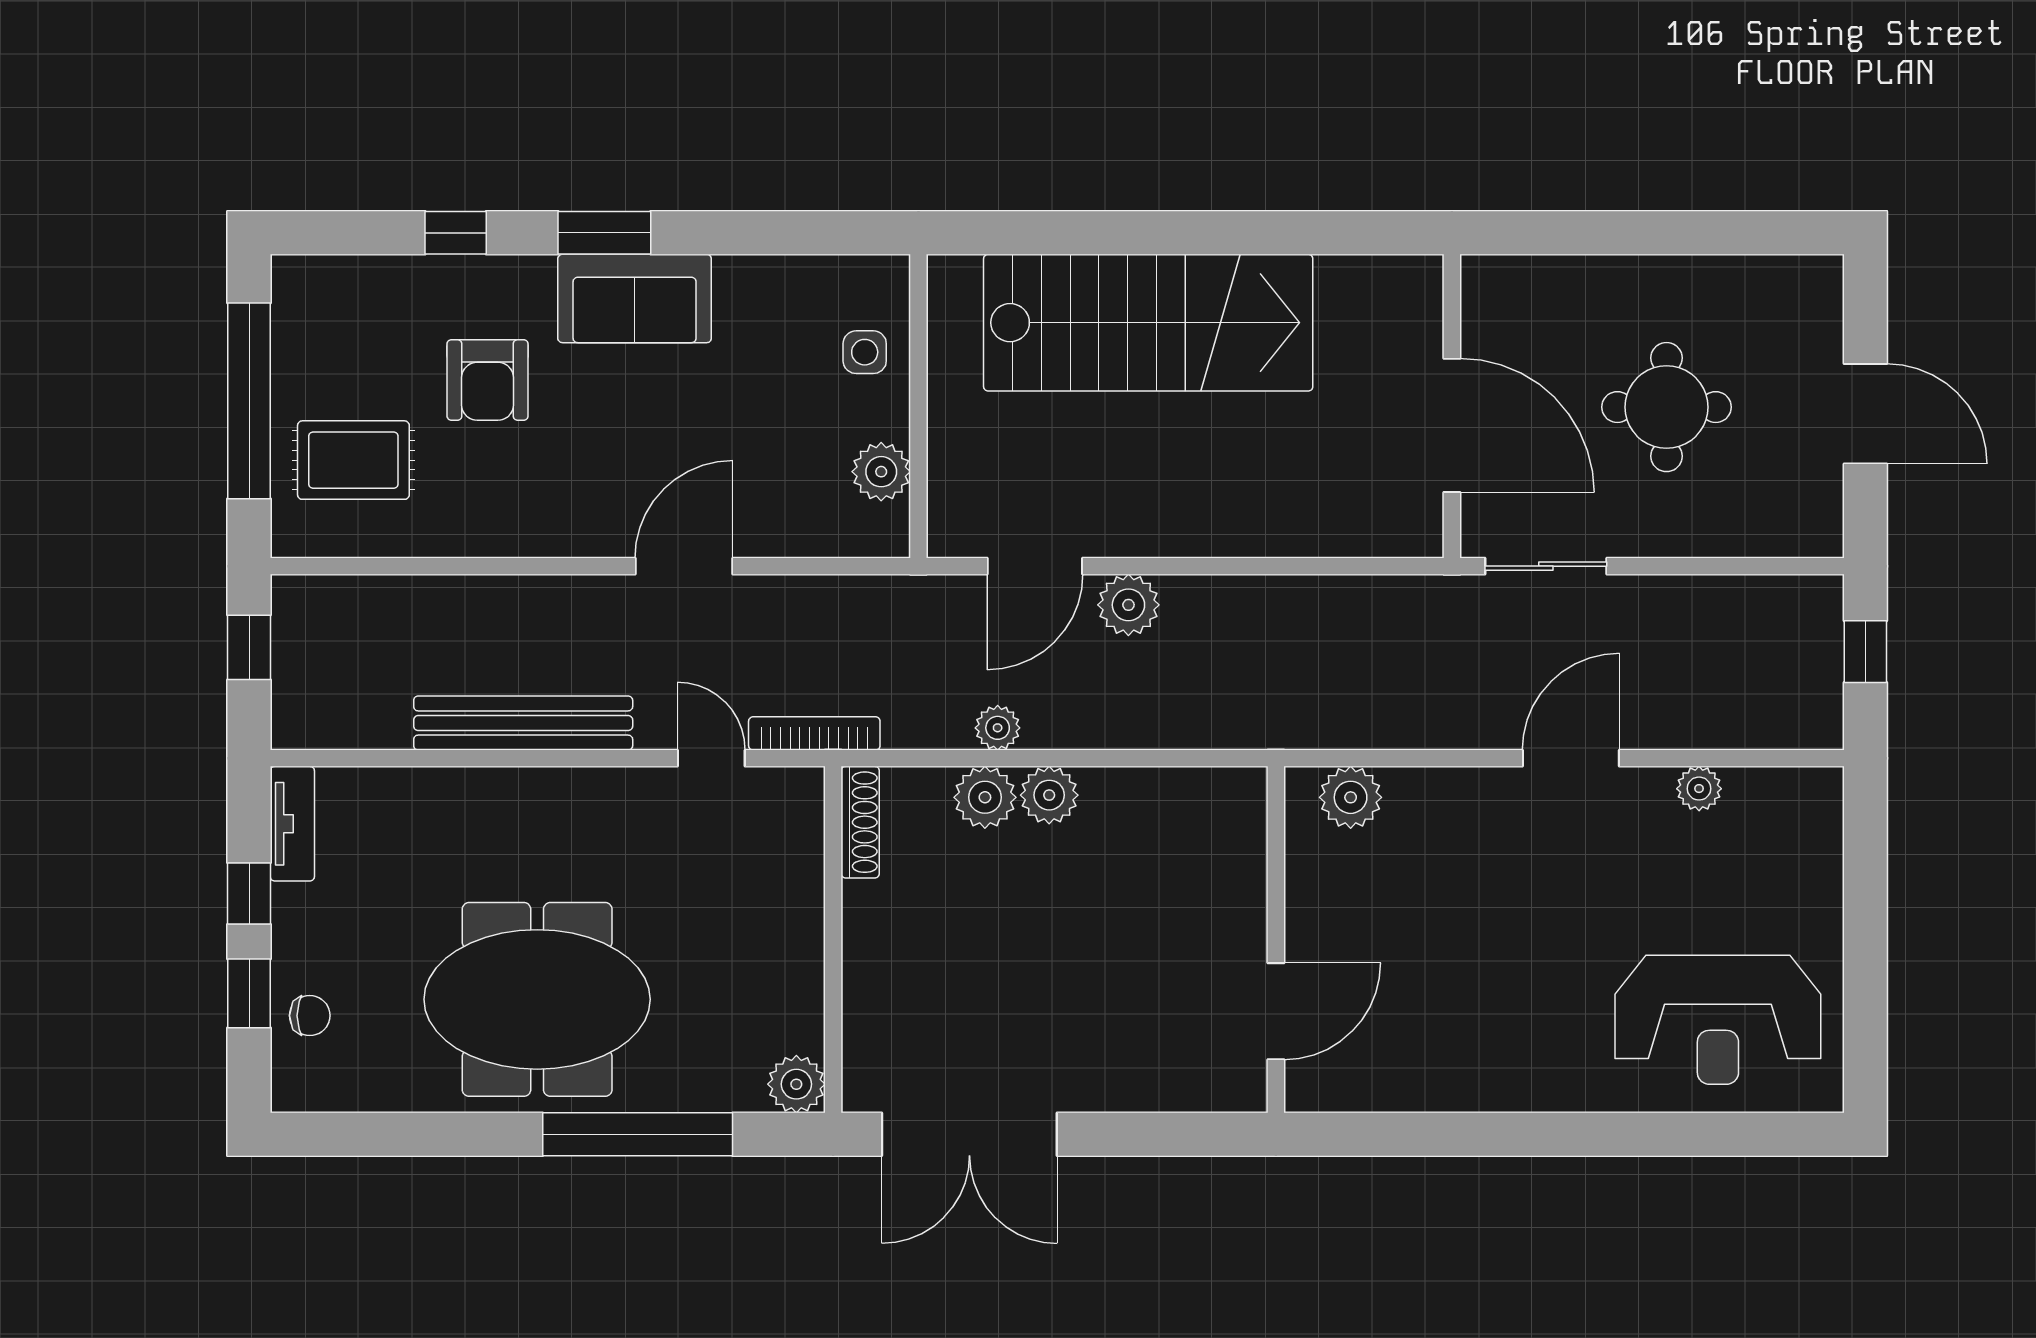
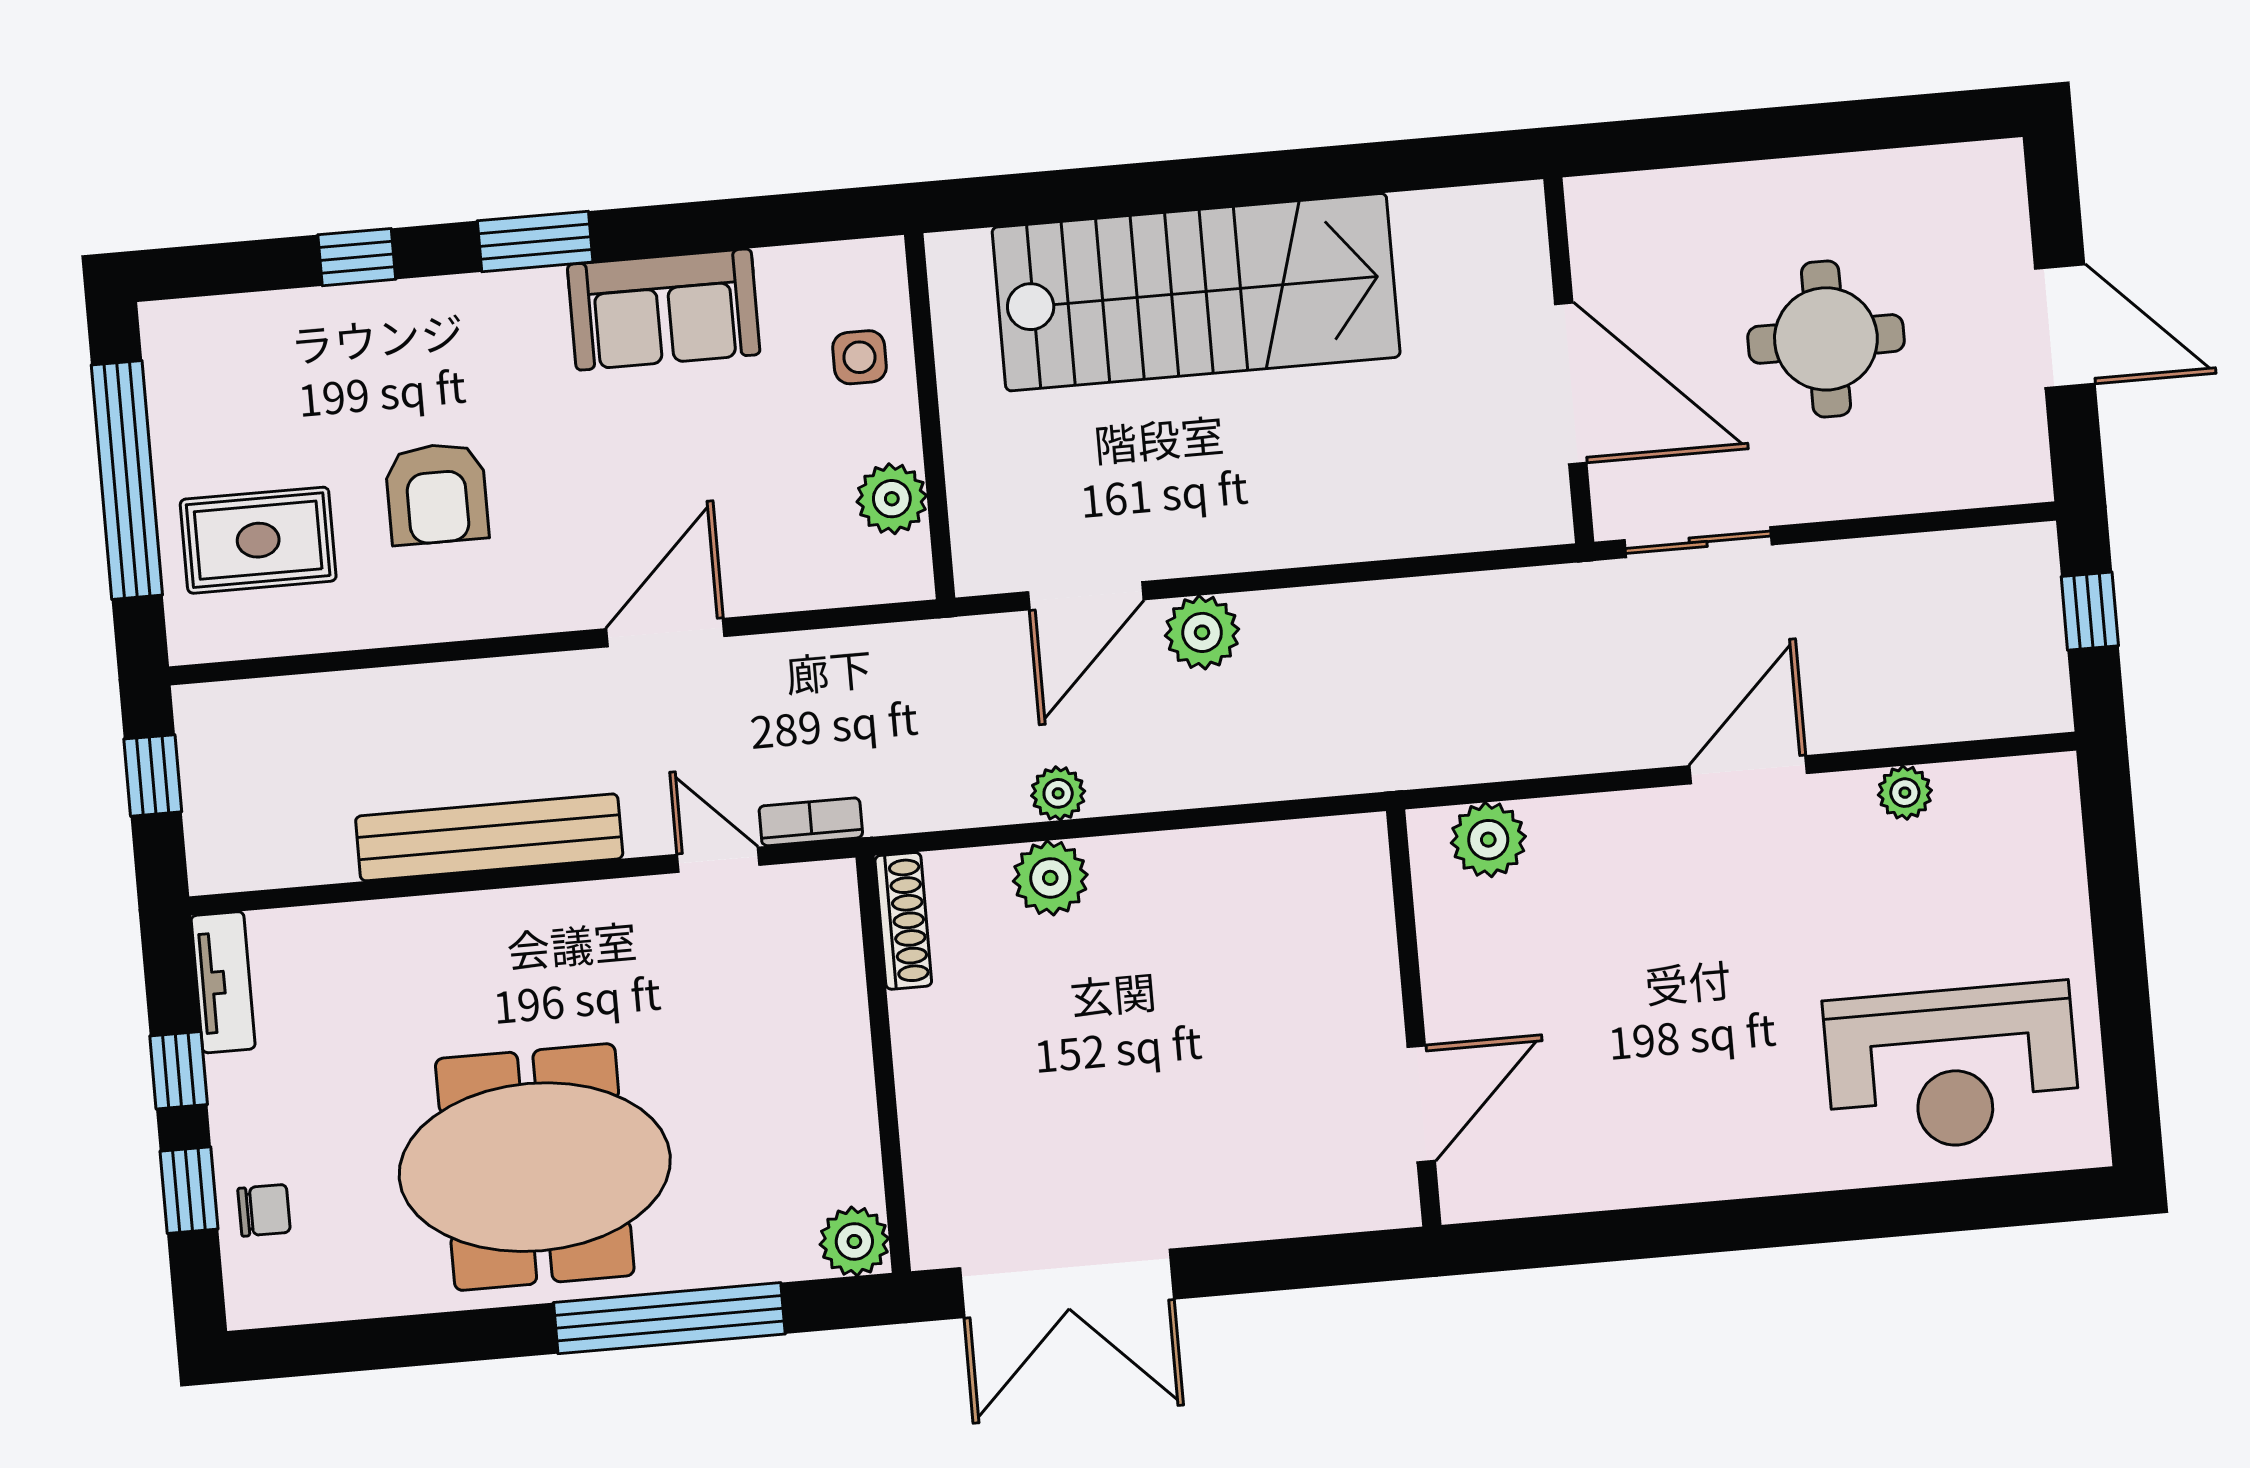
sofa: (635, 298) -> (664, 309), moved
armchair: (488, 380) -> (437, 494), moved
bookcase: (814, 733) -> (811, 822), width x0.64
plant: (1049, 795) -> (1127, 869), removed

